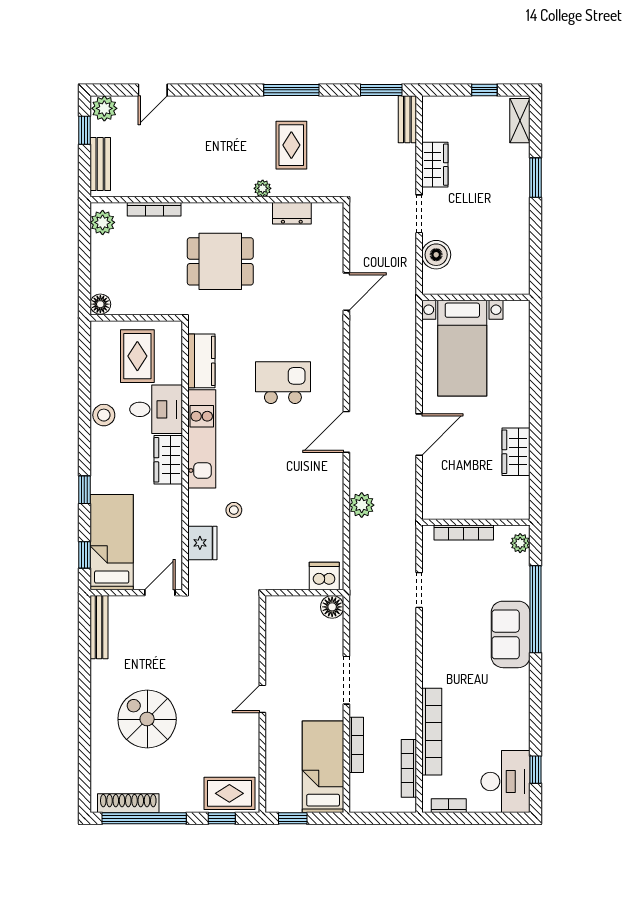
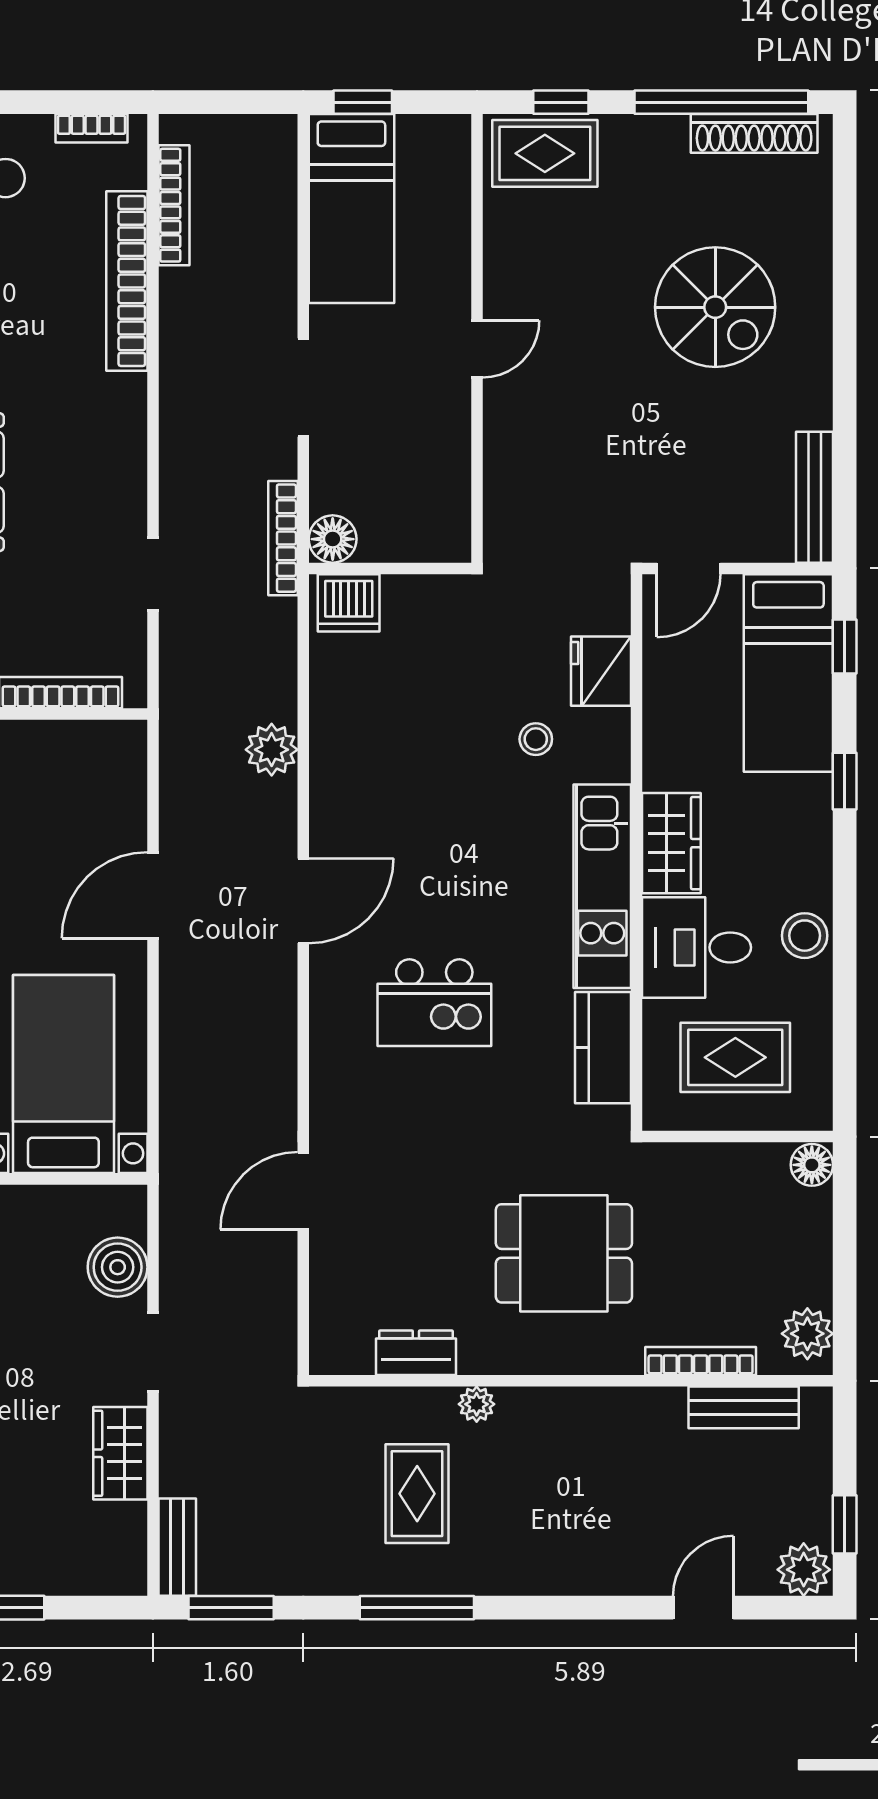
bench: (100, 164) -> (744, 1407), moved, turned 90
rug: (137, 356) -> (735, 1057), turned 90
bookcase: (356, 745) -> (283, 538), moved
window: (293, 818) -> (363, 102), moved

